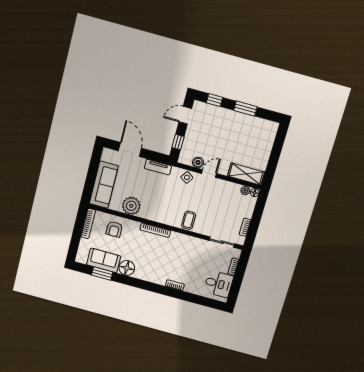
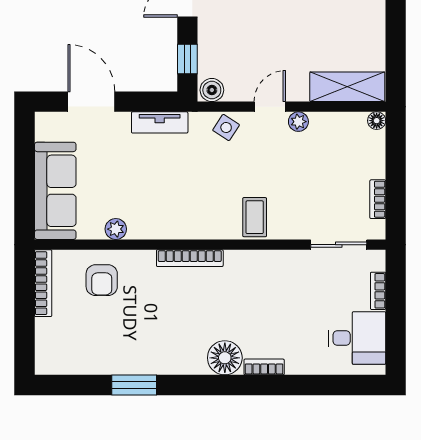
boiler: (198, 162) -> (212, 90), moved
plant: (245, 191) -> (298, 122), moved
plant: (131, 206) -> (116, 229), width x0.53, depth x0.53
sofa: (104, 260) -> (96, 355), removed
floor lamp: (127, 268) -> (225, 358), moved
window: (102, 274) -> (134, 385), moved

